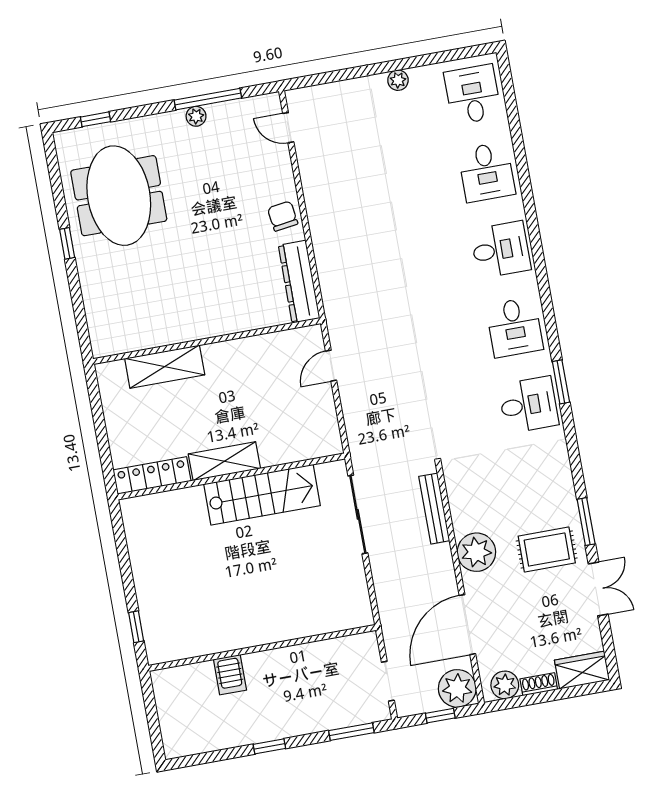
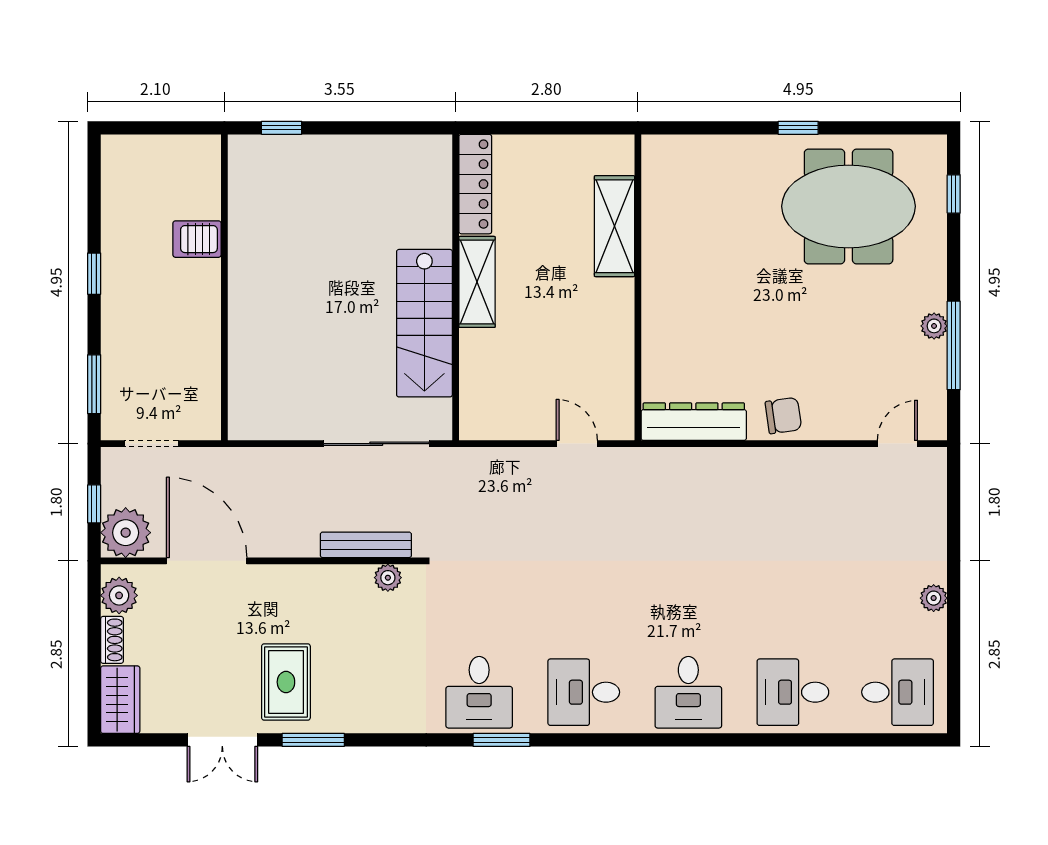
plant: (476, 552) -> (388, 578), moved, width x0.53, depth x0.53

